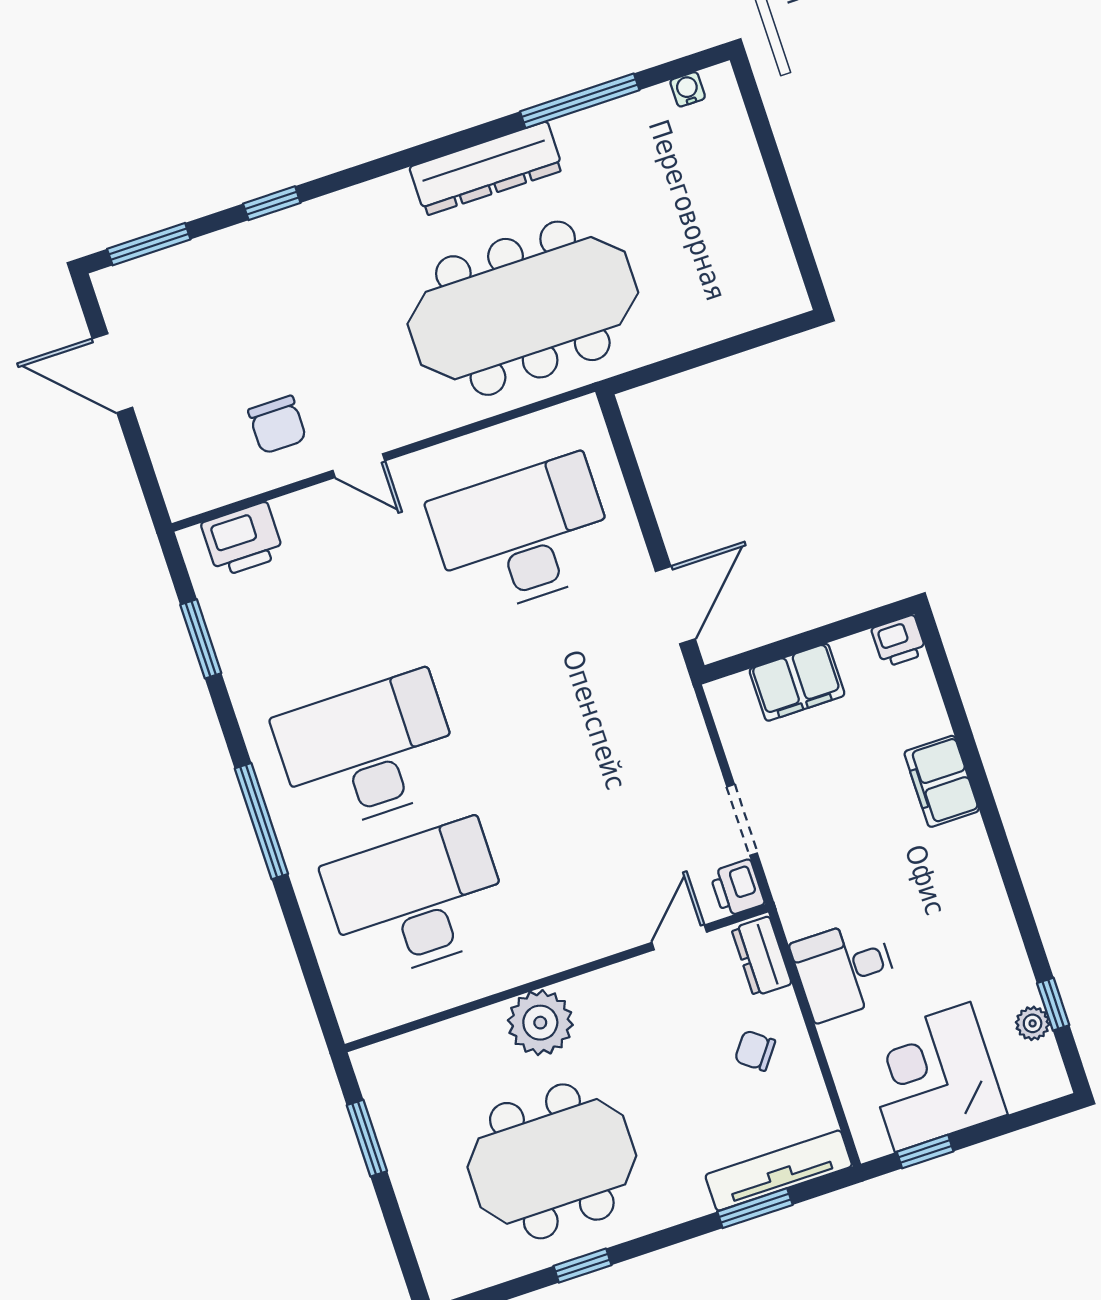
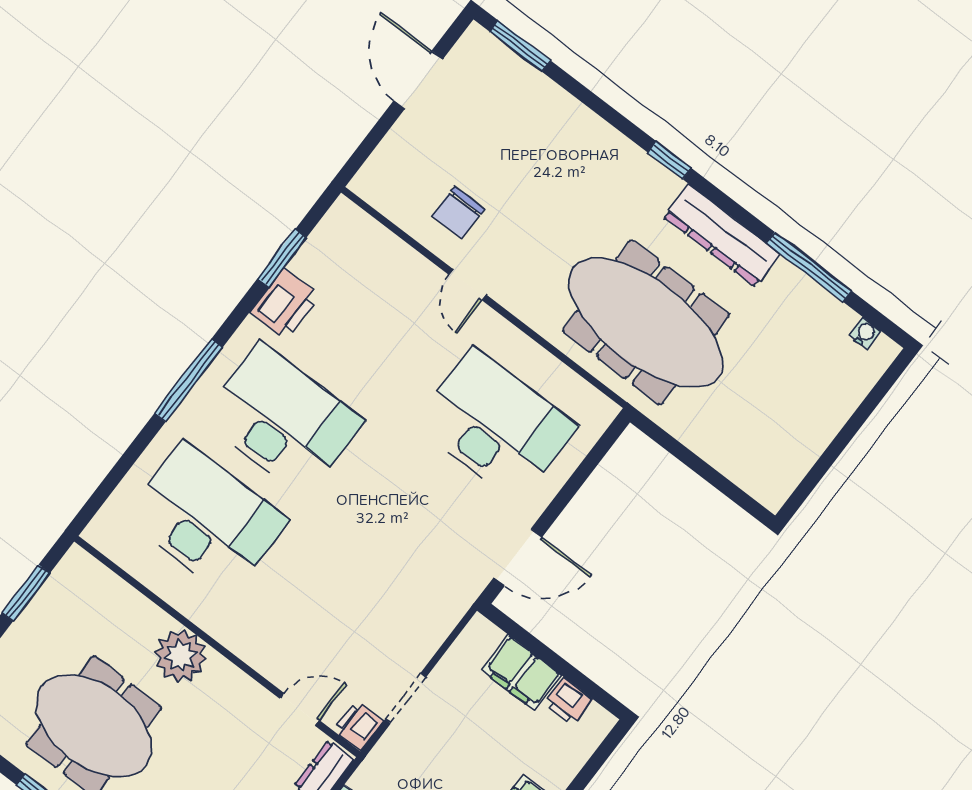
window: (272, 203) -> (669, 160), moved
printer: (243, 540) -> (285, 304), moved, turned -90
printer: (899, 641) -> (568, 701), moved

